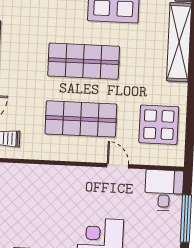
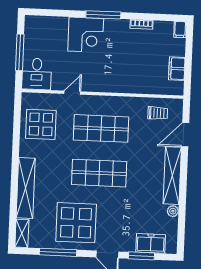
door: (118, 166) -> (72, 93), swing flipped

